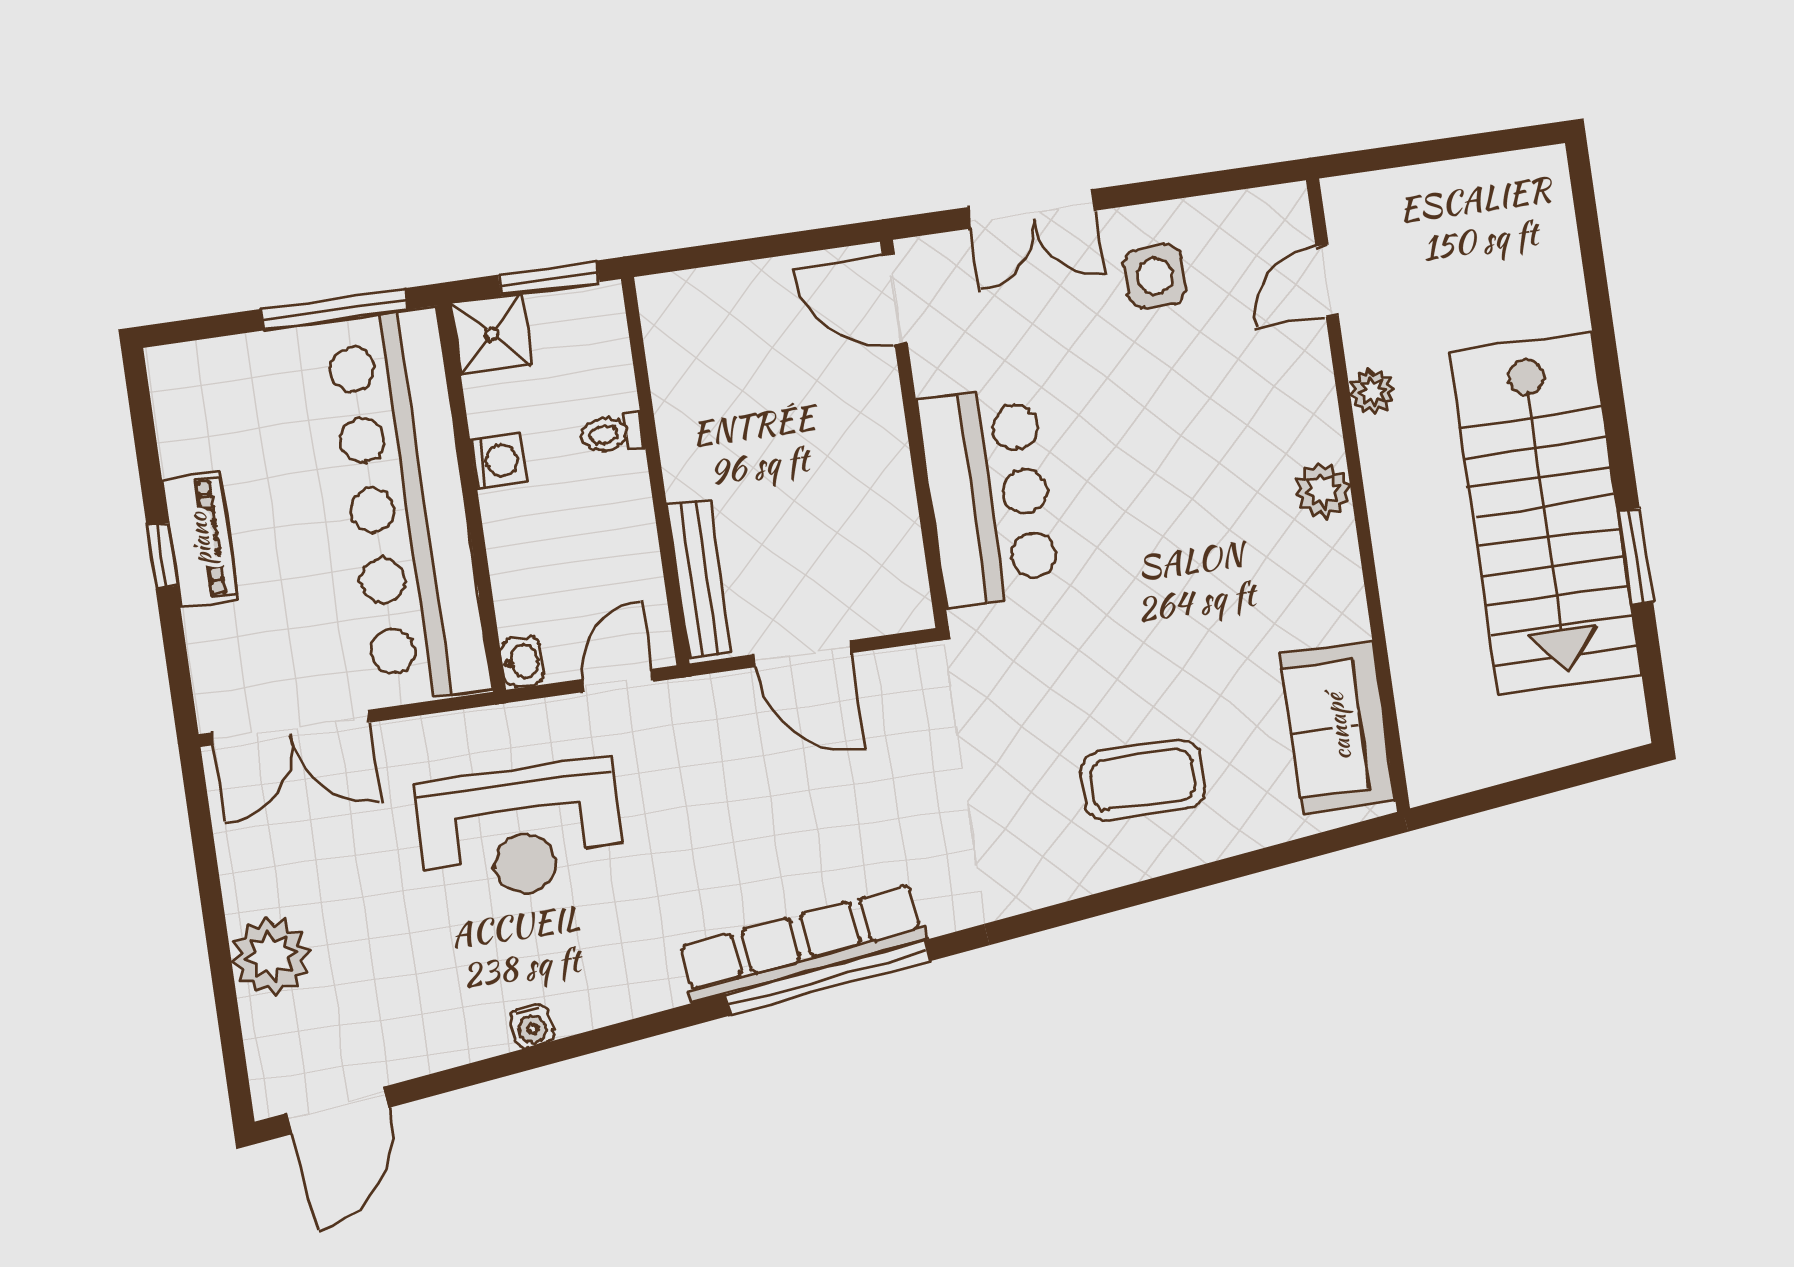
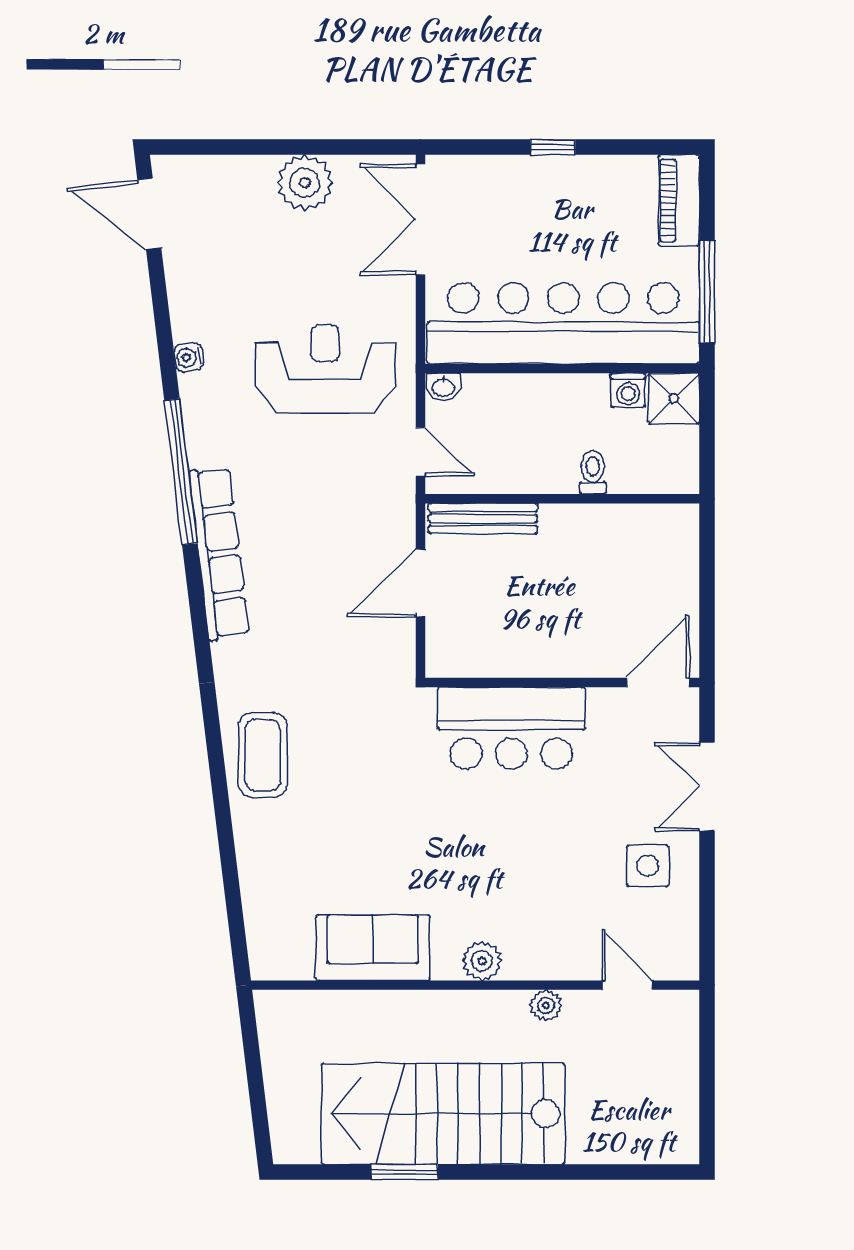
window: (549, 278) -> (707, 444), removed
washing machine: (498, 461) -> (628, 390), moved
piano: (200, 539) -> (679, 200), moved, turned 90
sofa: (1338, 727) -> (373, 948), moved
coffee table: (1143, 780) -> (263, 755), moved
reception desk: (521, 832) -> (325, 369), turned 90
plant: (271, 956) -> (305, 183), moved
window: (828, 978) -> (181, 472), moved

